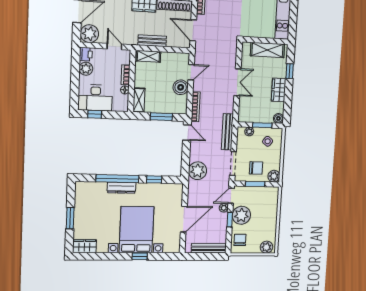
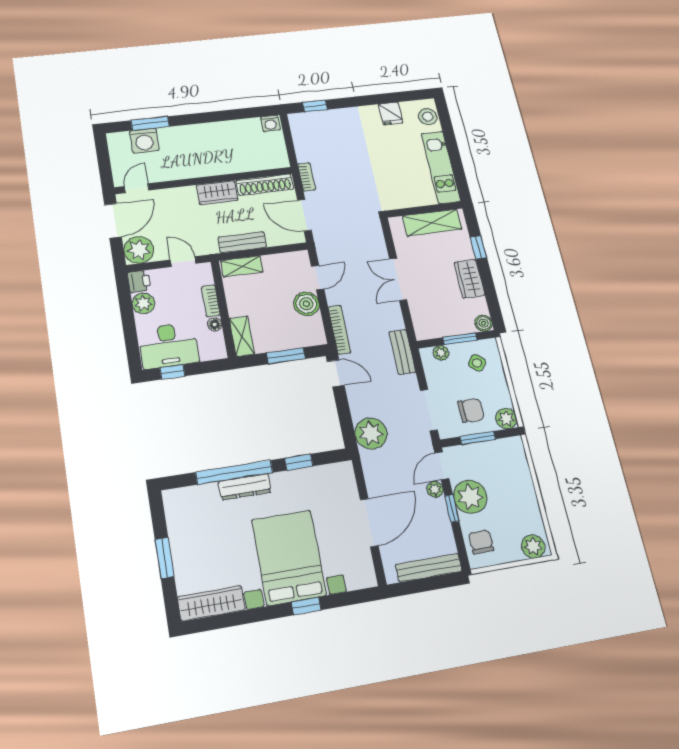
double door: (237, 82) -> (398, 279), swing flipped
bench: (227, 132) -> (402, 352), width x0.73
wardrobe: (84, 246) -> (211, 603), width x1.50

